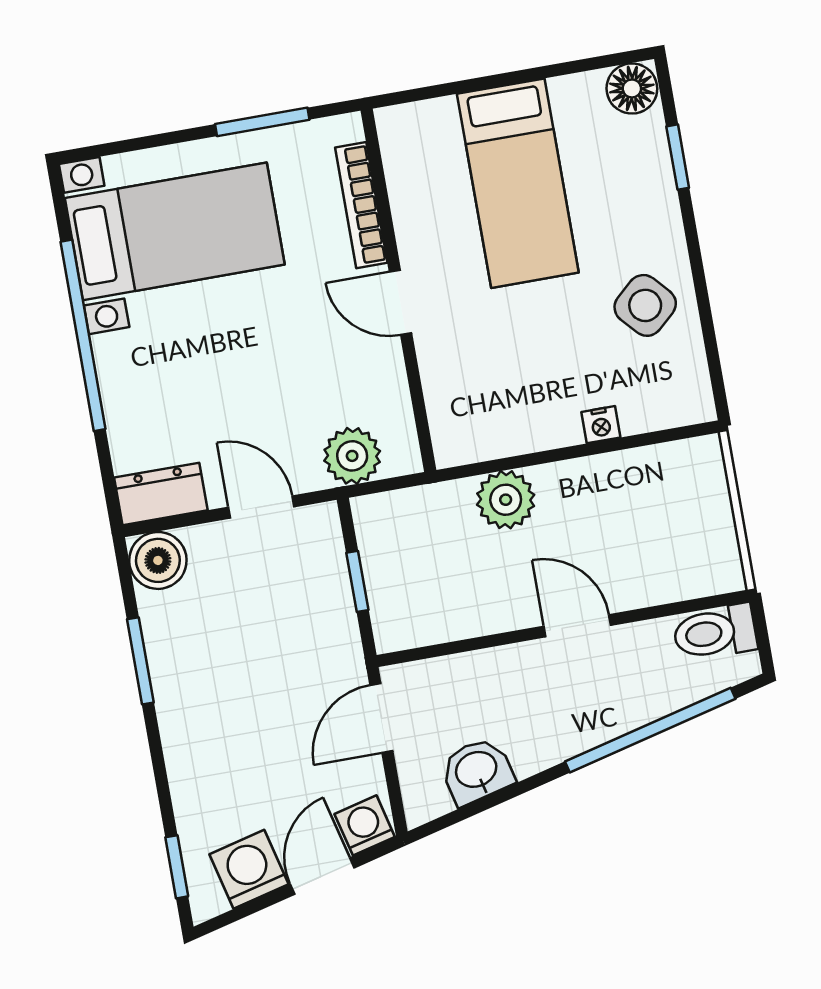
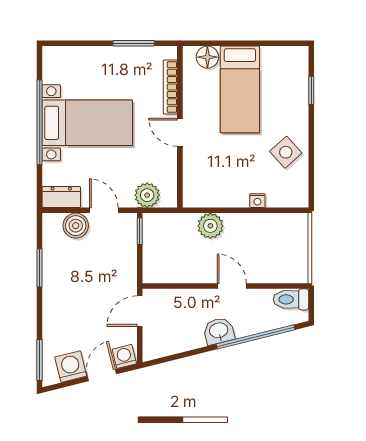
floor lamp: (632, 88) -> (207, 57), moved
bed with nightstands: (175, 231) -> (87, 123), moved
boiler: (158, 560) -> (76, 226), moved
window: (357, 581) -> (140, 231), moved
washbasin: (477, 771) -> (219, 331), moved
window: (177, 867) -> (40, 360), width x1.50

